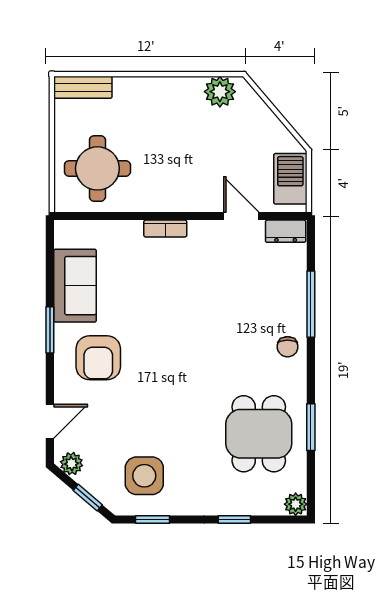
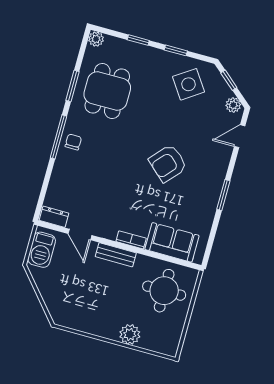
bench: (83, 87) -> (116, 255), moved
plant: (220, 92) -> (130, 334), moved
sofa: (75, 286) -> (172, 242), moved, turned 90
window: (311, 304) -> (58, 137), moved
armchair: (98, 358) -> (168, 163), moved, turned -138
side table: (144, 476) -> (188, 84), turned -34
window: (152, 519) -> (176, 50), moved

